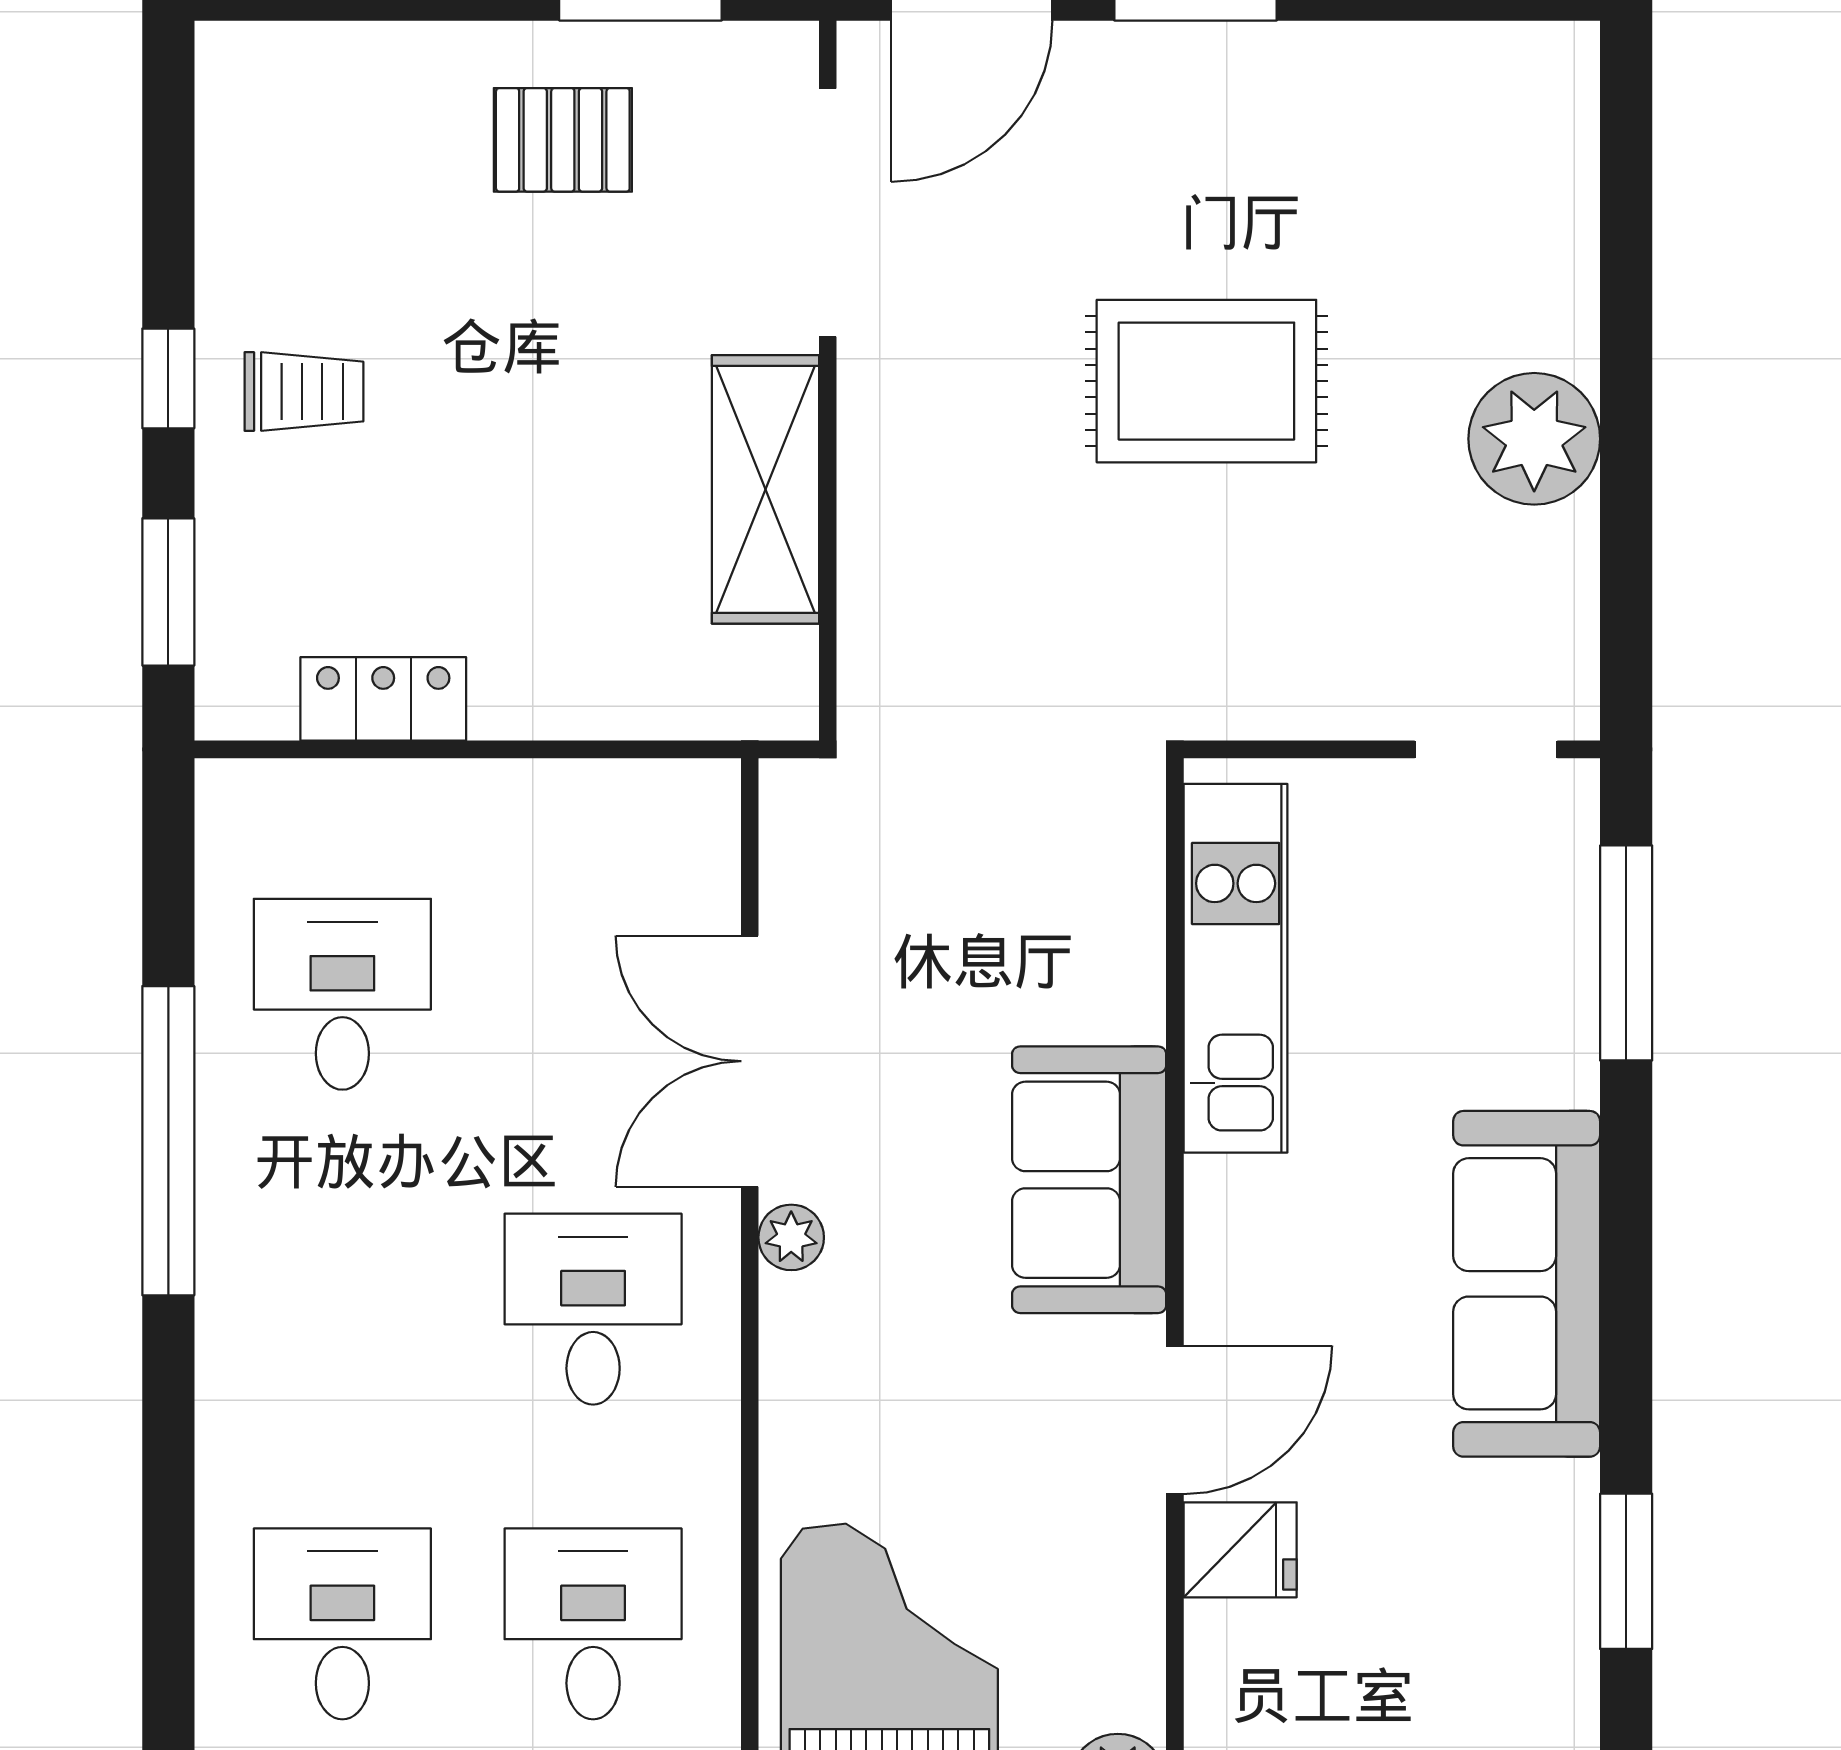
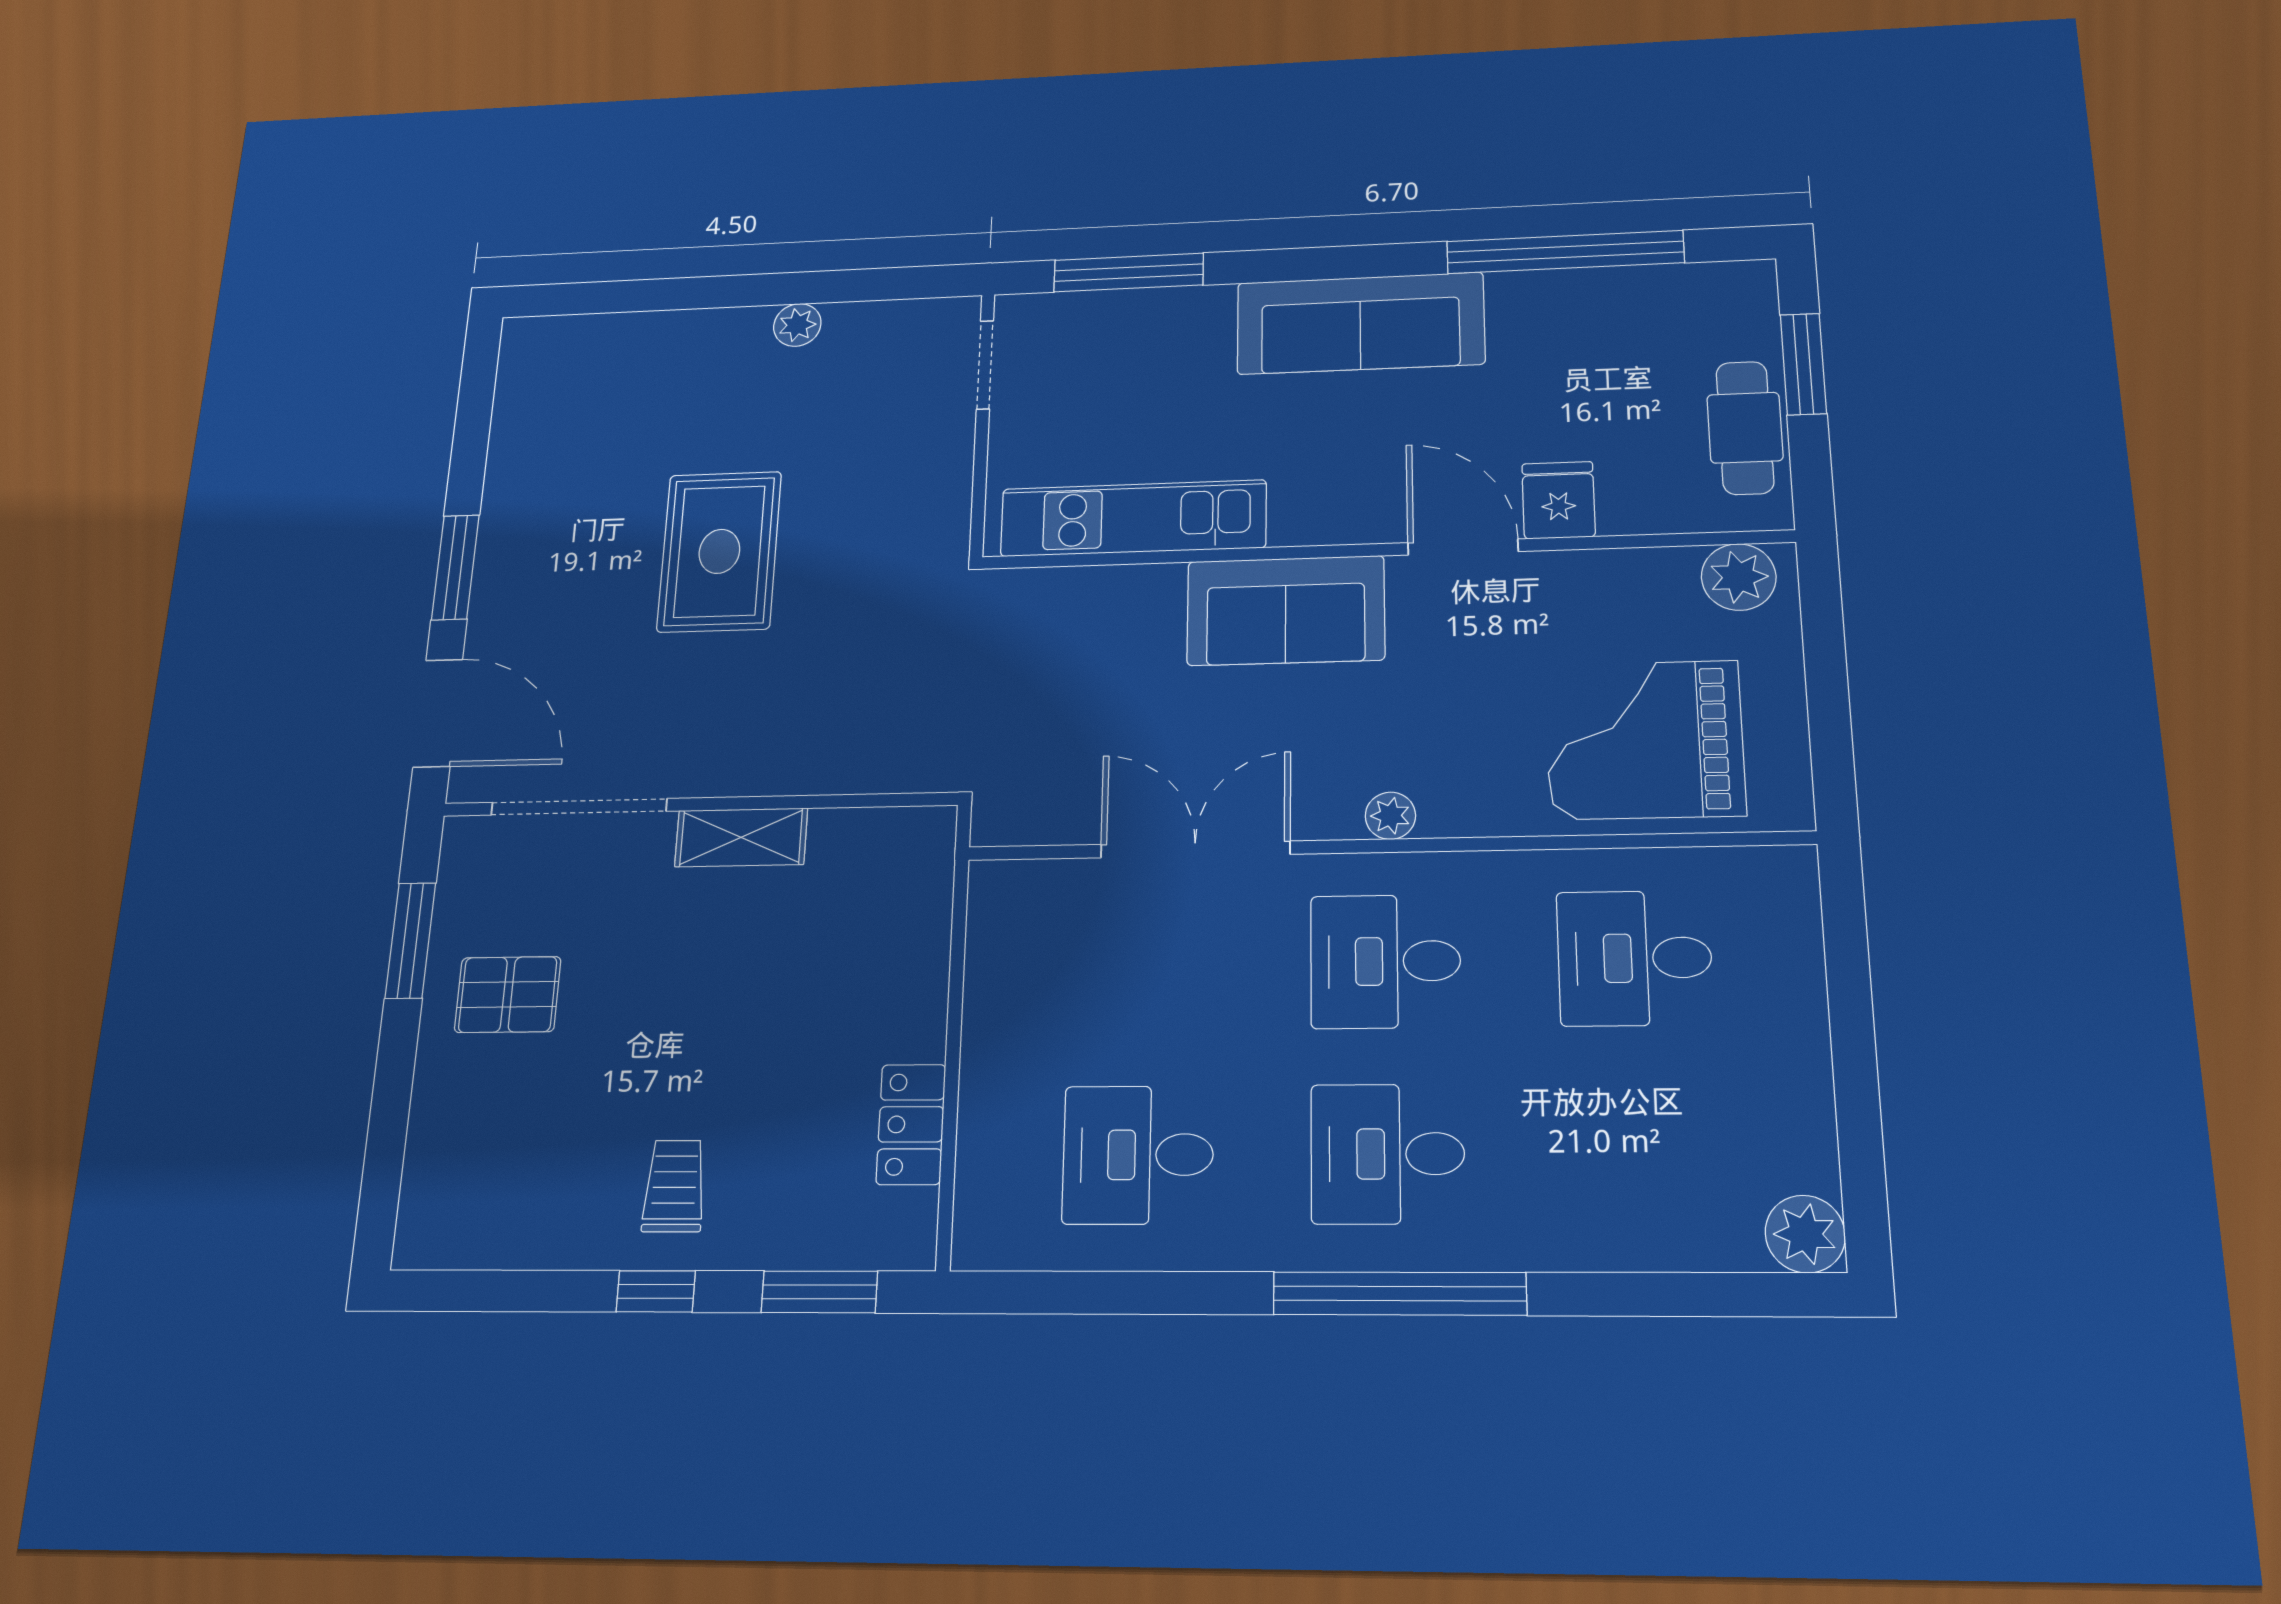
pallet: (563, 140) -> (508, 995), turned 90
plant: (1534, 439) -> (797, 325), width x0.53, depth x0.53
shelving: (765, 489) -> (741, 837), width x0.67, depth x0.75
double door: (750, 1061) -> (1195, 849), swing flipped
window: (168, 1141) -> (1399, 1294), moved
plant: (791, 1237) -> (1390, 816), moved
window: (1626, 1571) -> (1565, 252), width x2.11
desk: (342, 1624) -> (1388, 1154), moved

